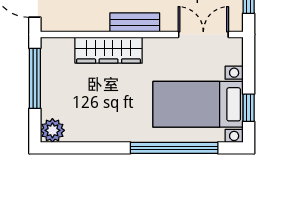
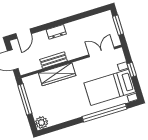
bench: (135, 22) -> (53, 60), moved
window: (249, 108) -> (132, 70), moved

